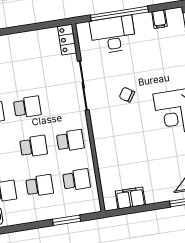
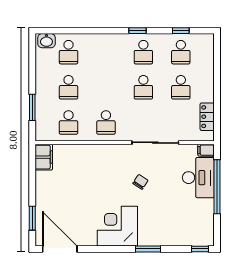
filing cabinet: (159, 19) -> (206, 150), moved
locker: (67, 40) -> (207, 117), moved, turned -90
school desk: (33, 146) -> (181, 87), moved
filing cabinet: (130, 198) -> (44, 157), moved

